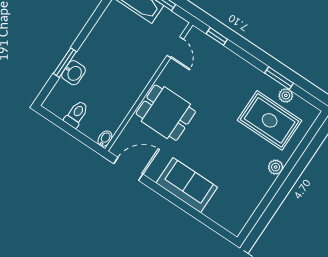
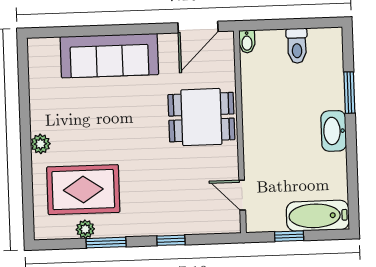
window: (217, 36) -> (171, 240), moved
washbasin: (74, 73) -> (334, 131), moved, width x1.38
sofa: (187, 185) -> (109, 56), width x1.36

